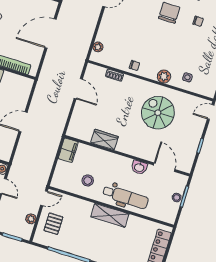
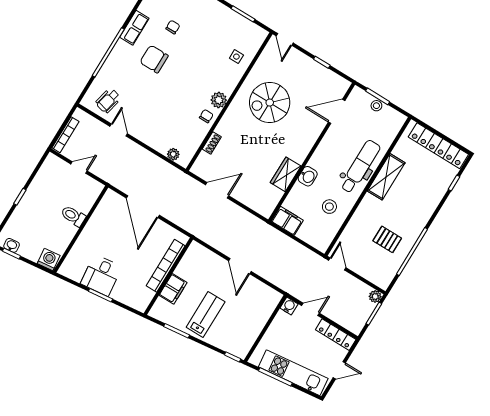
plant: (164, 76) -> (219, 100), moved
washbasin: (139, 167) -> (308, 176), moved
shelving: (110, 215) -> (386, 177), moved
plant: (31, 219) -> (375, 296), moved
pallet: (53, 224) -> (387, 239), moved

